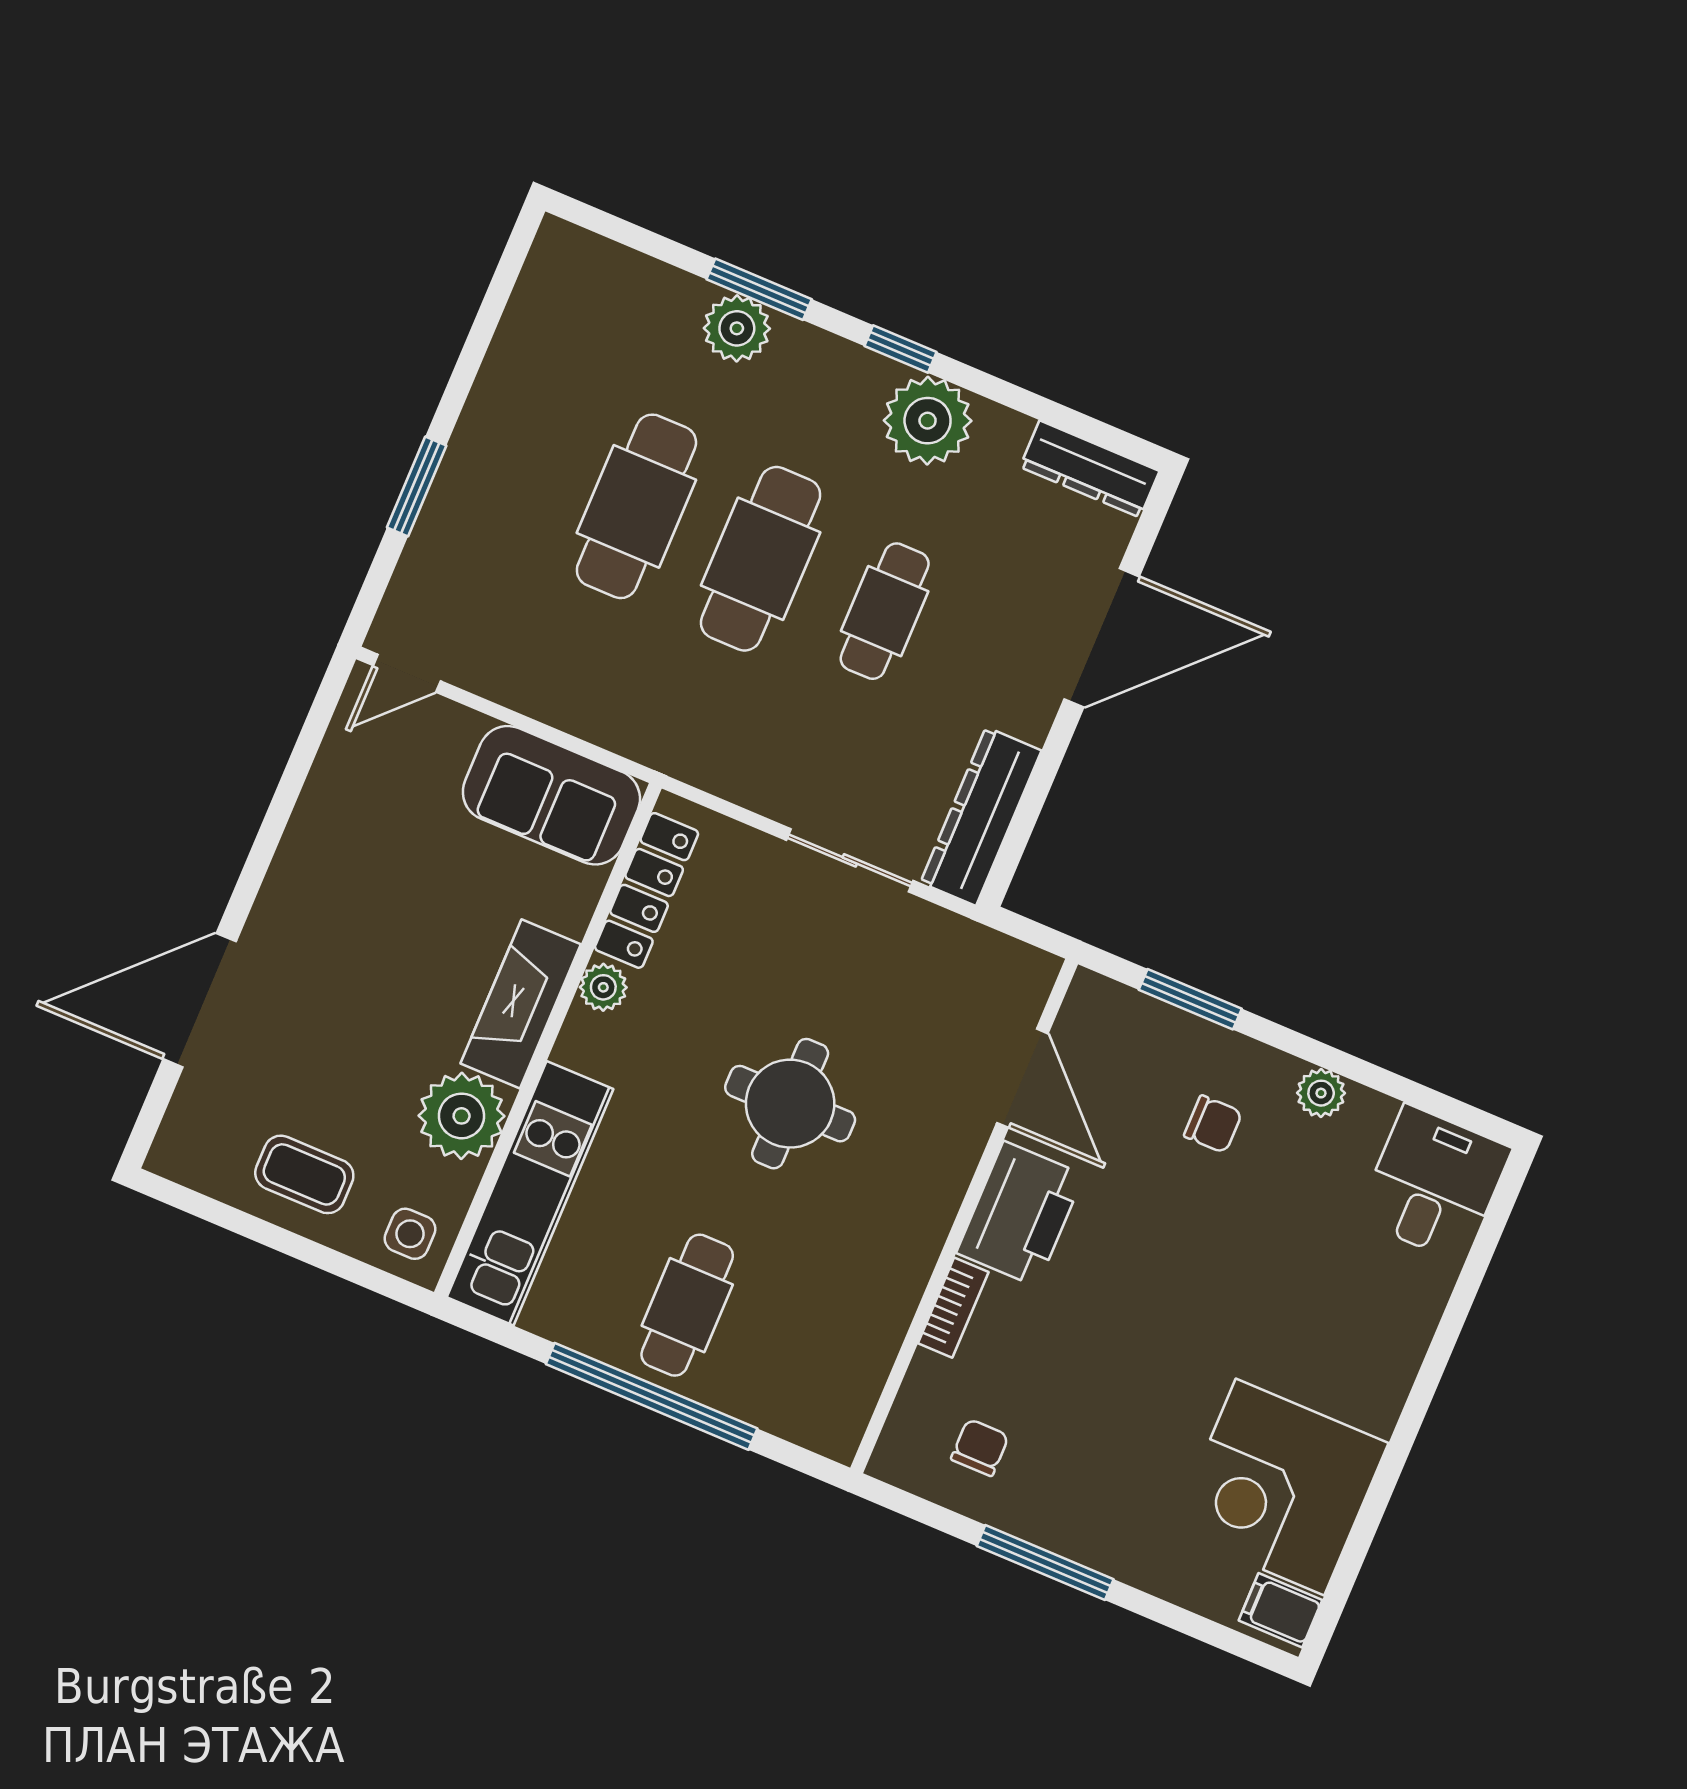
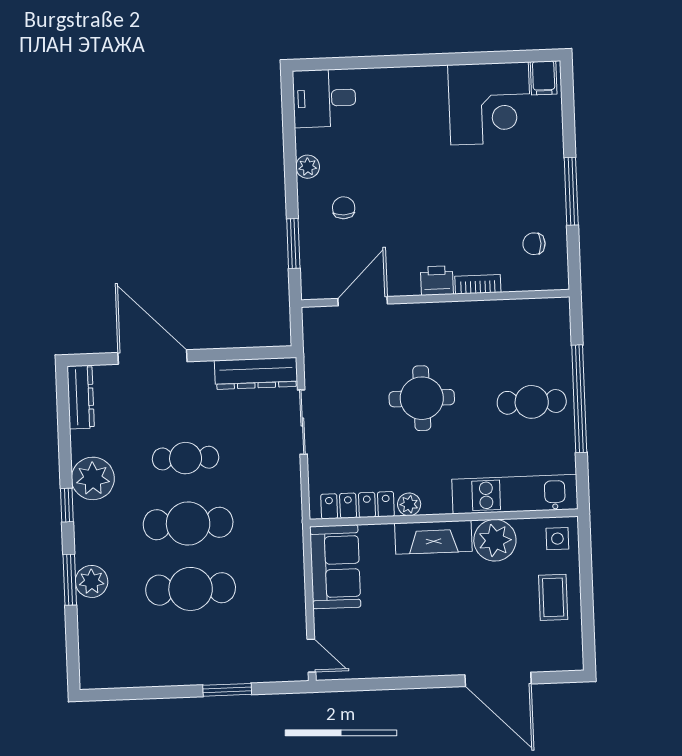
printer: (1020, 1214) -> (437, 281), width x0.53, depth x0.68

